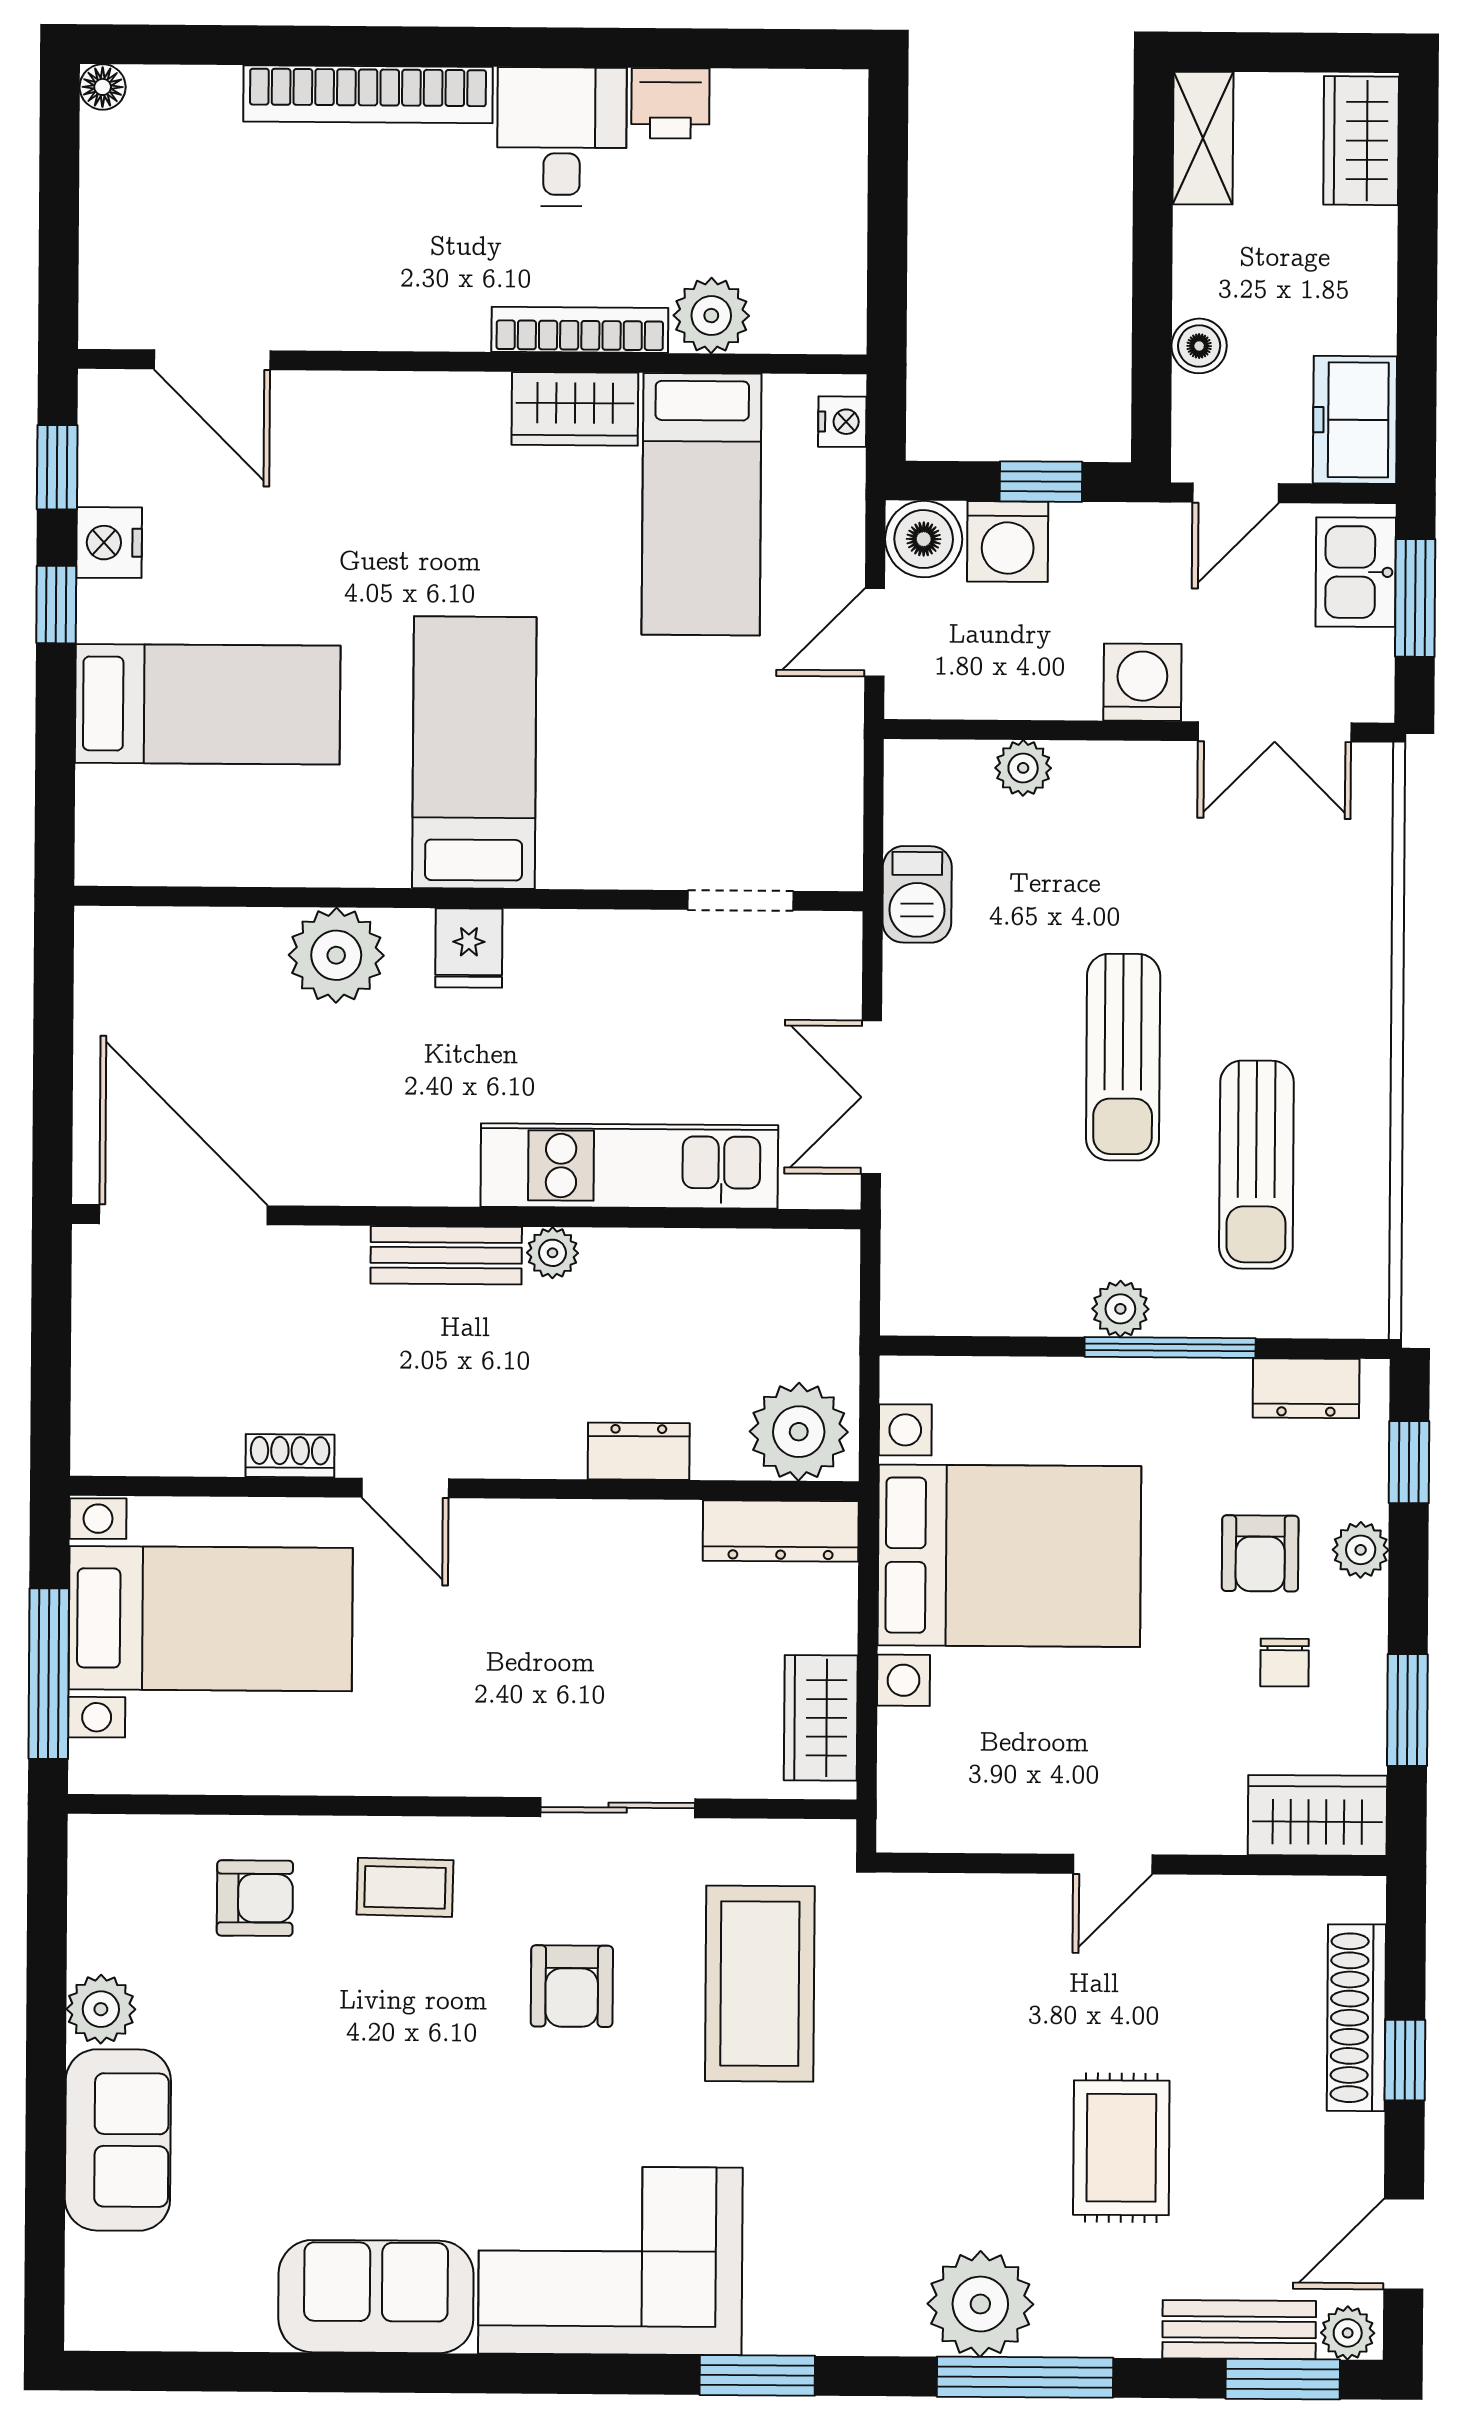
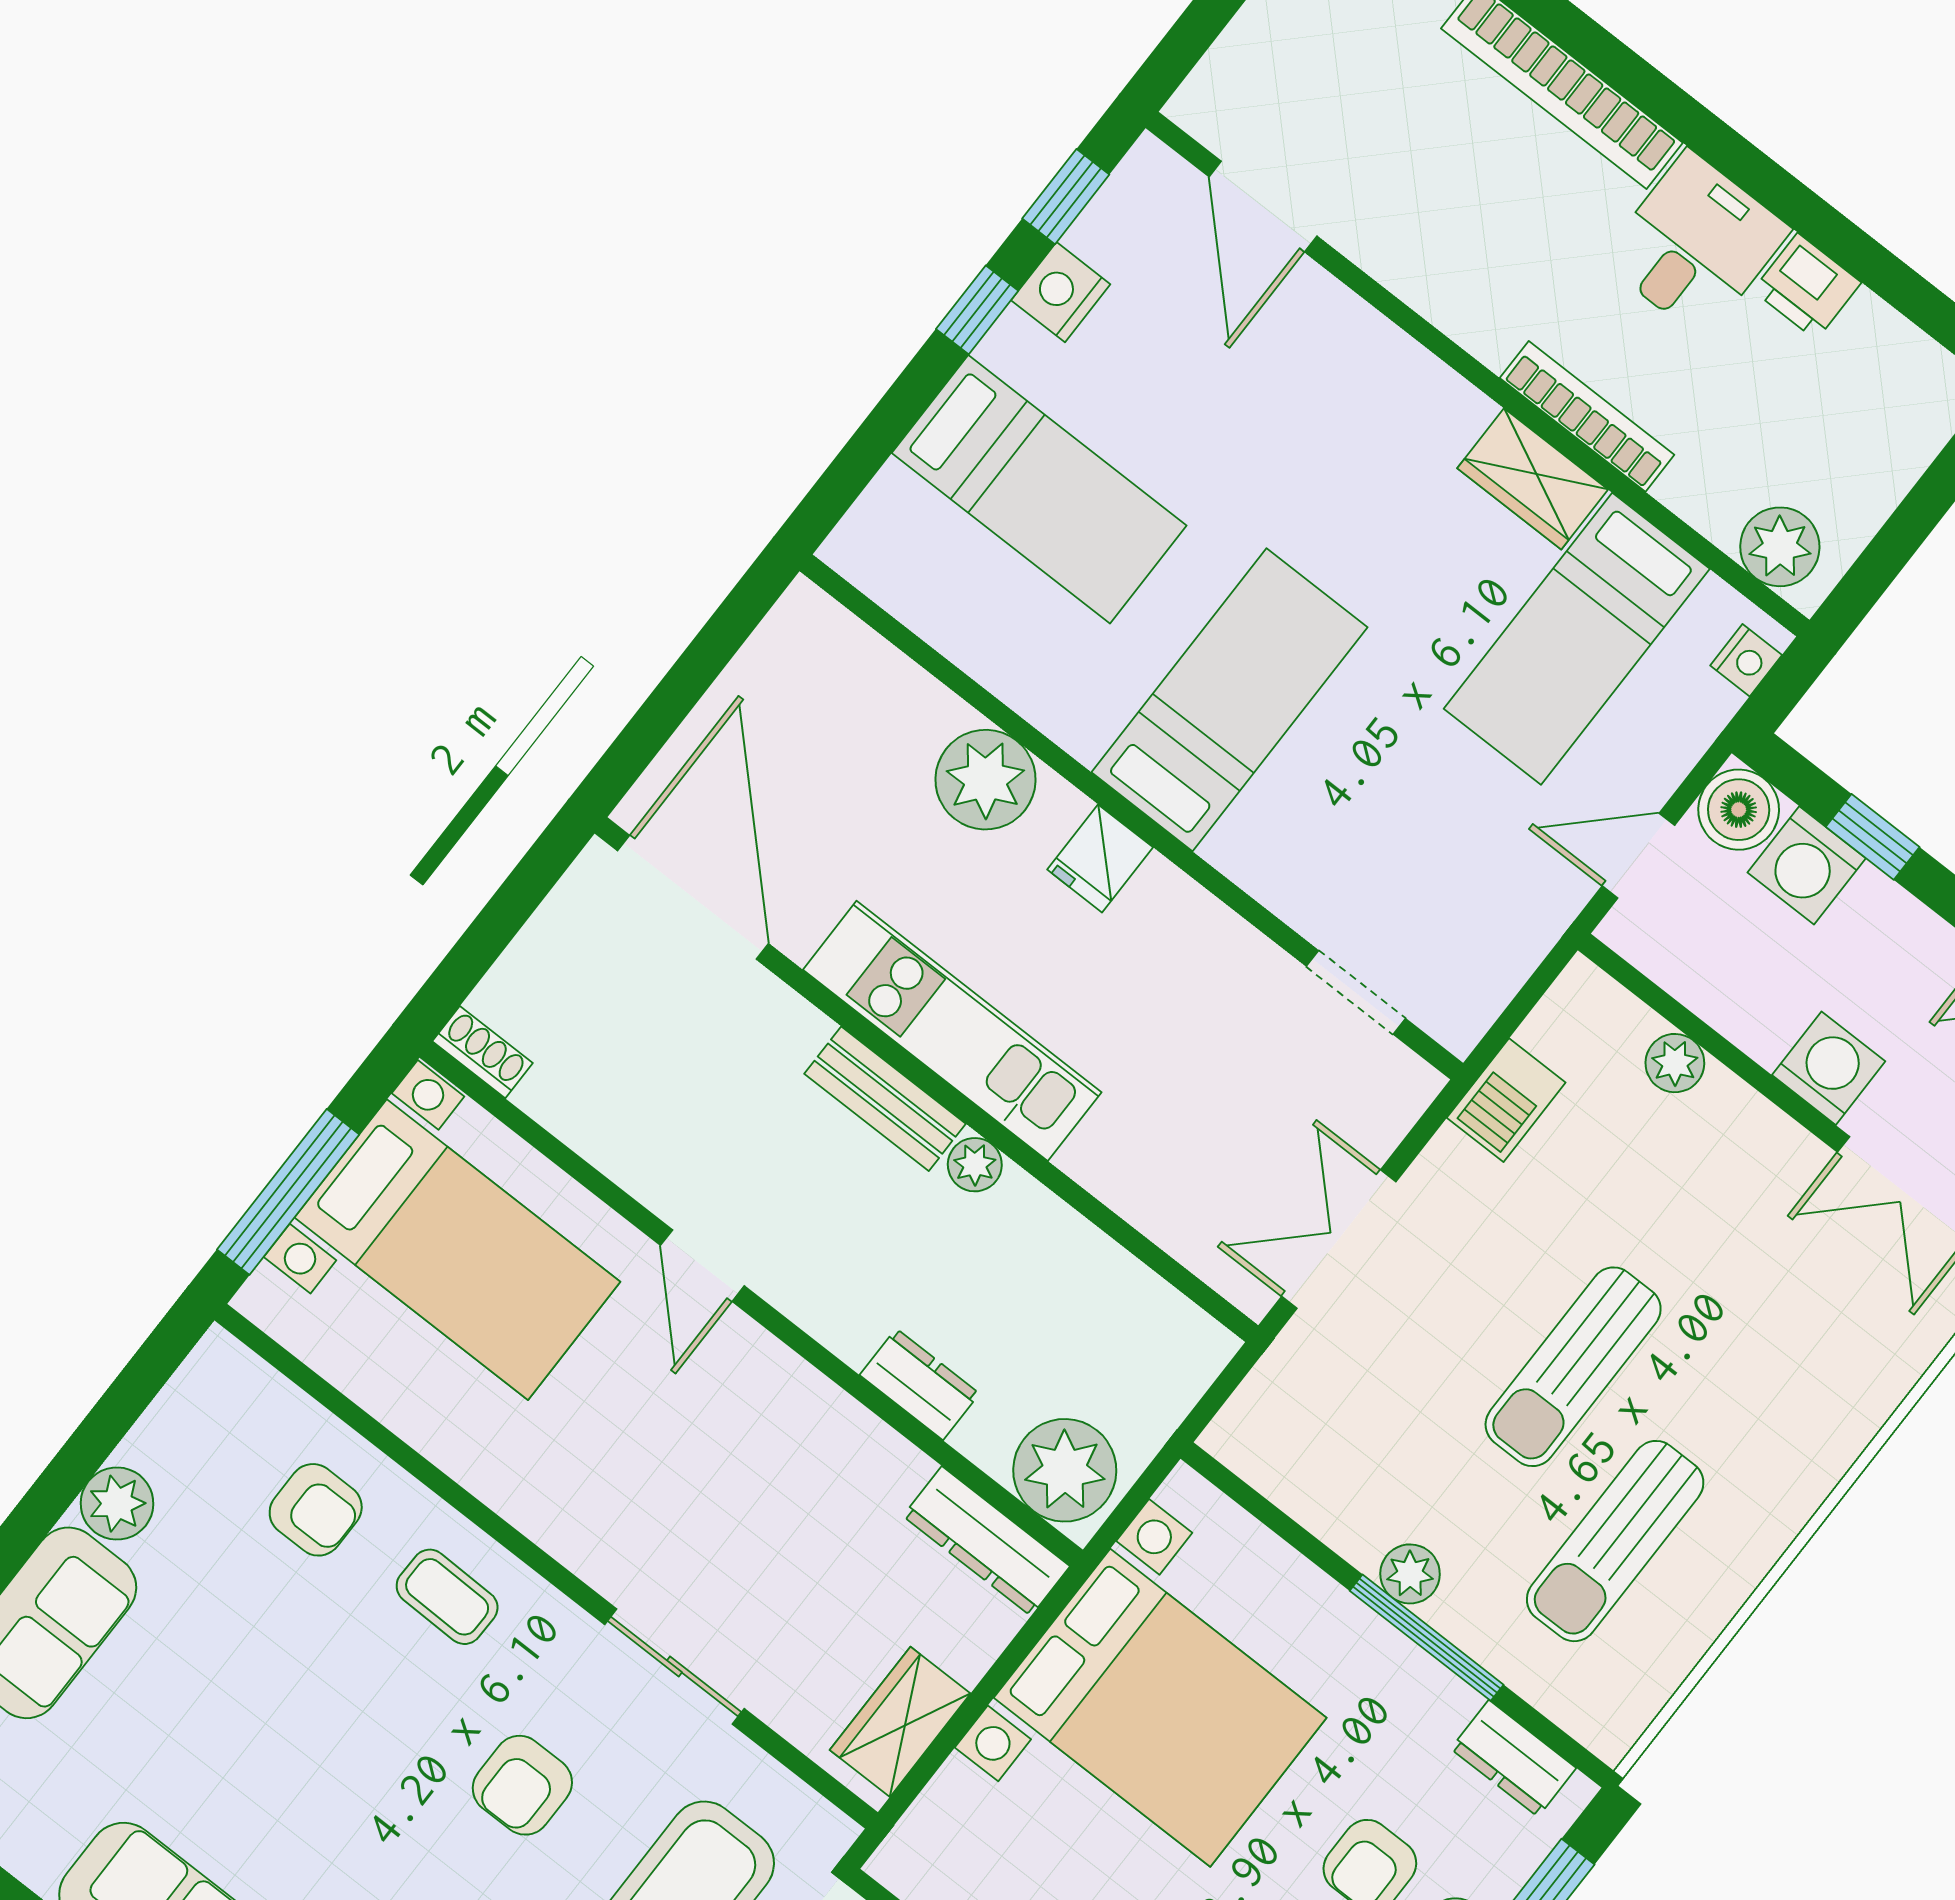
plant: (711, 316) -> (1780, 547), moved
kitchen unit: (629, 1166) -> (952, 1031), moved
shoe rack: (290, 1456) -> (483, 1052), moved

